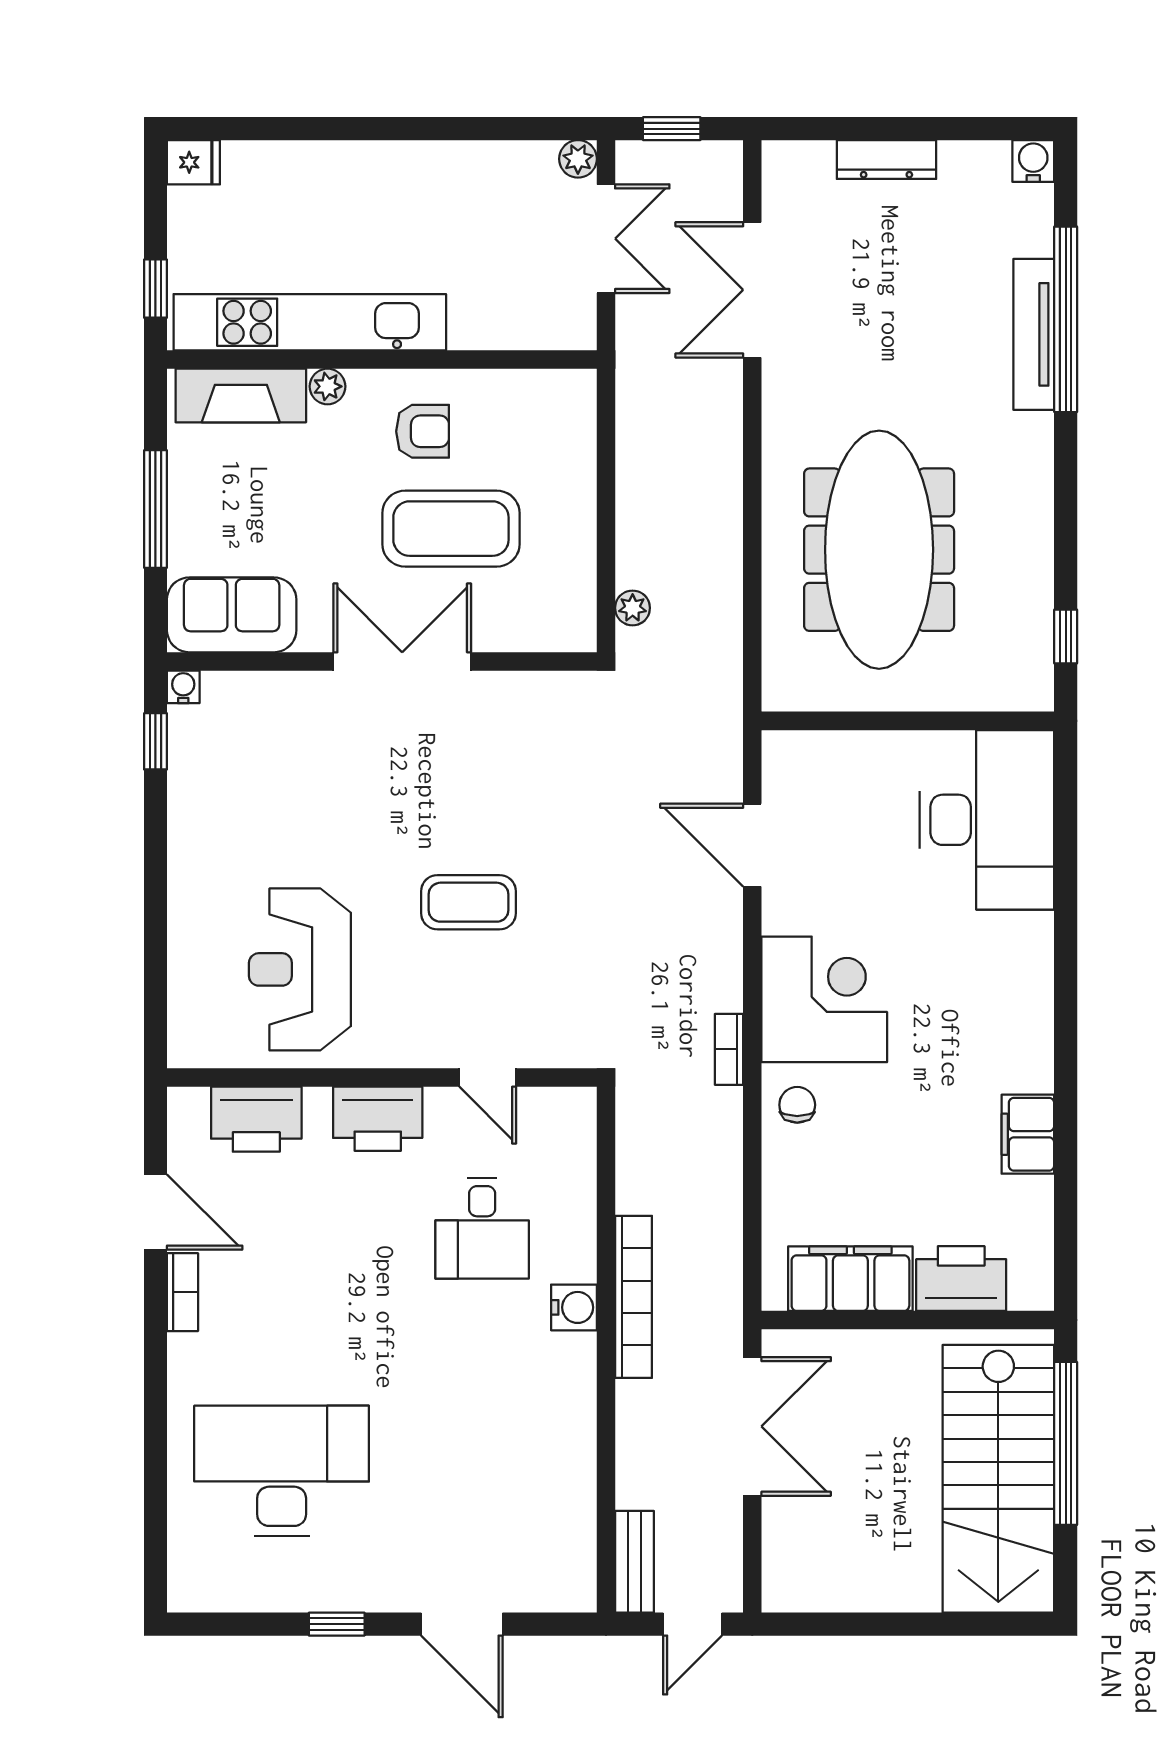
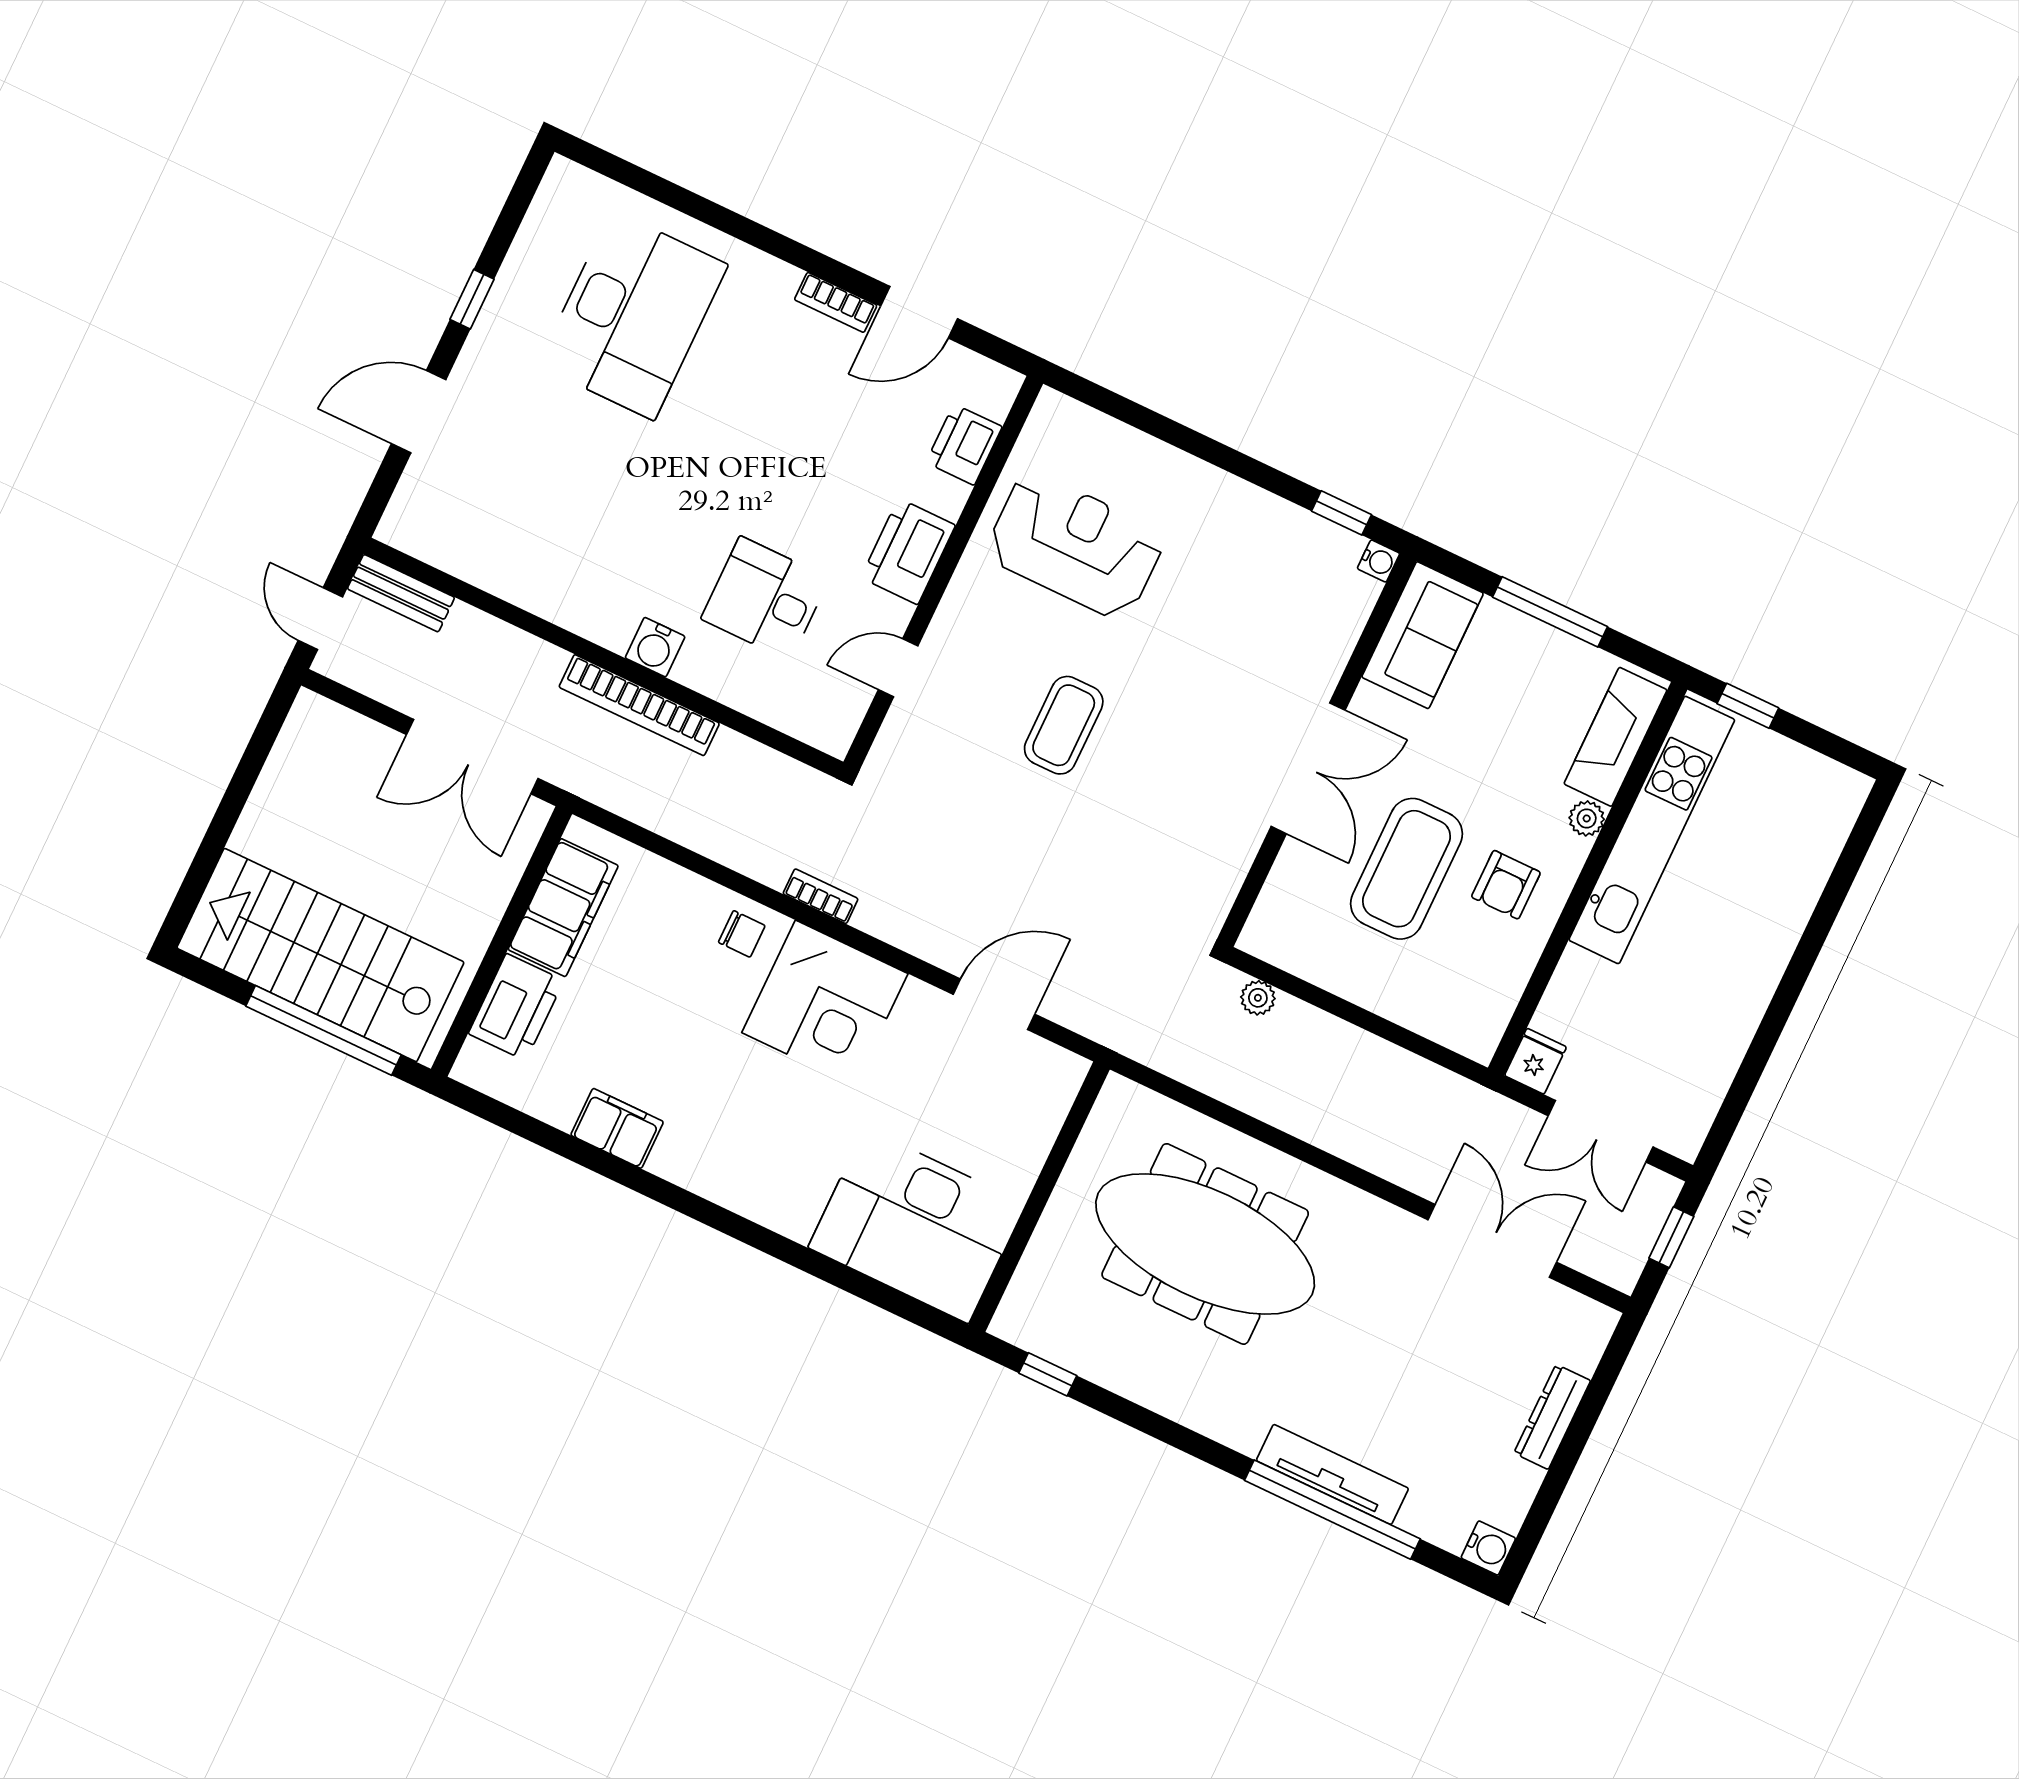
plant: (578, 159) -> (1684, 1140), removed
fridge: (193, 162) -> (1535, 1061), moved, turned 180
printer: (256, 1119) -> (964, 445), width x0.73, depth x0.84

